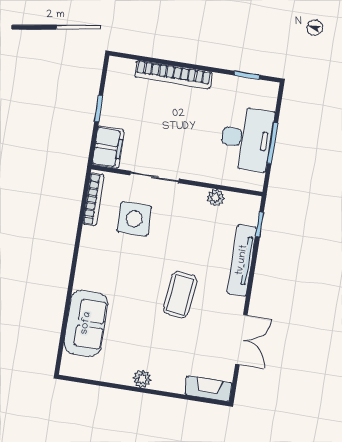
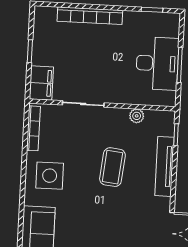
side table: (134, 219) -> (50, 176), moved
coffee table: (180, 295) -> (112, 167), moved

